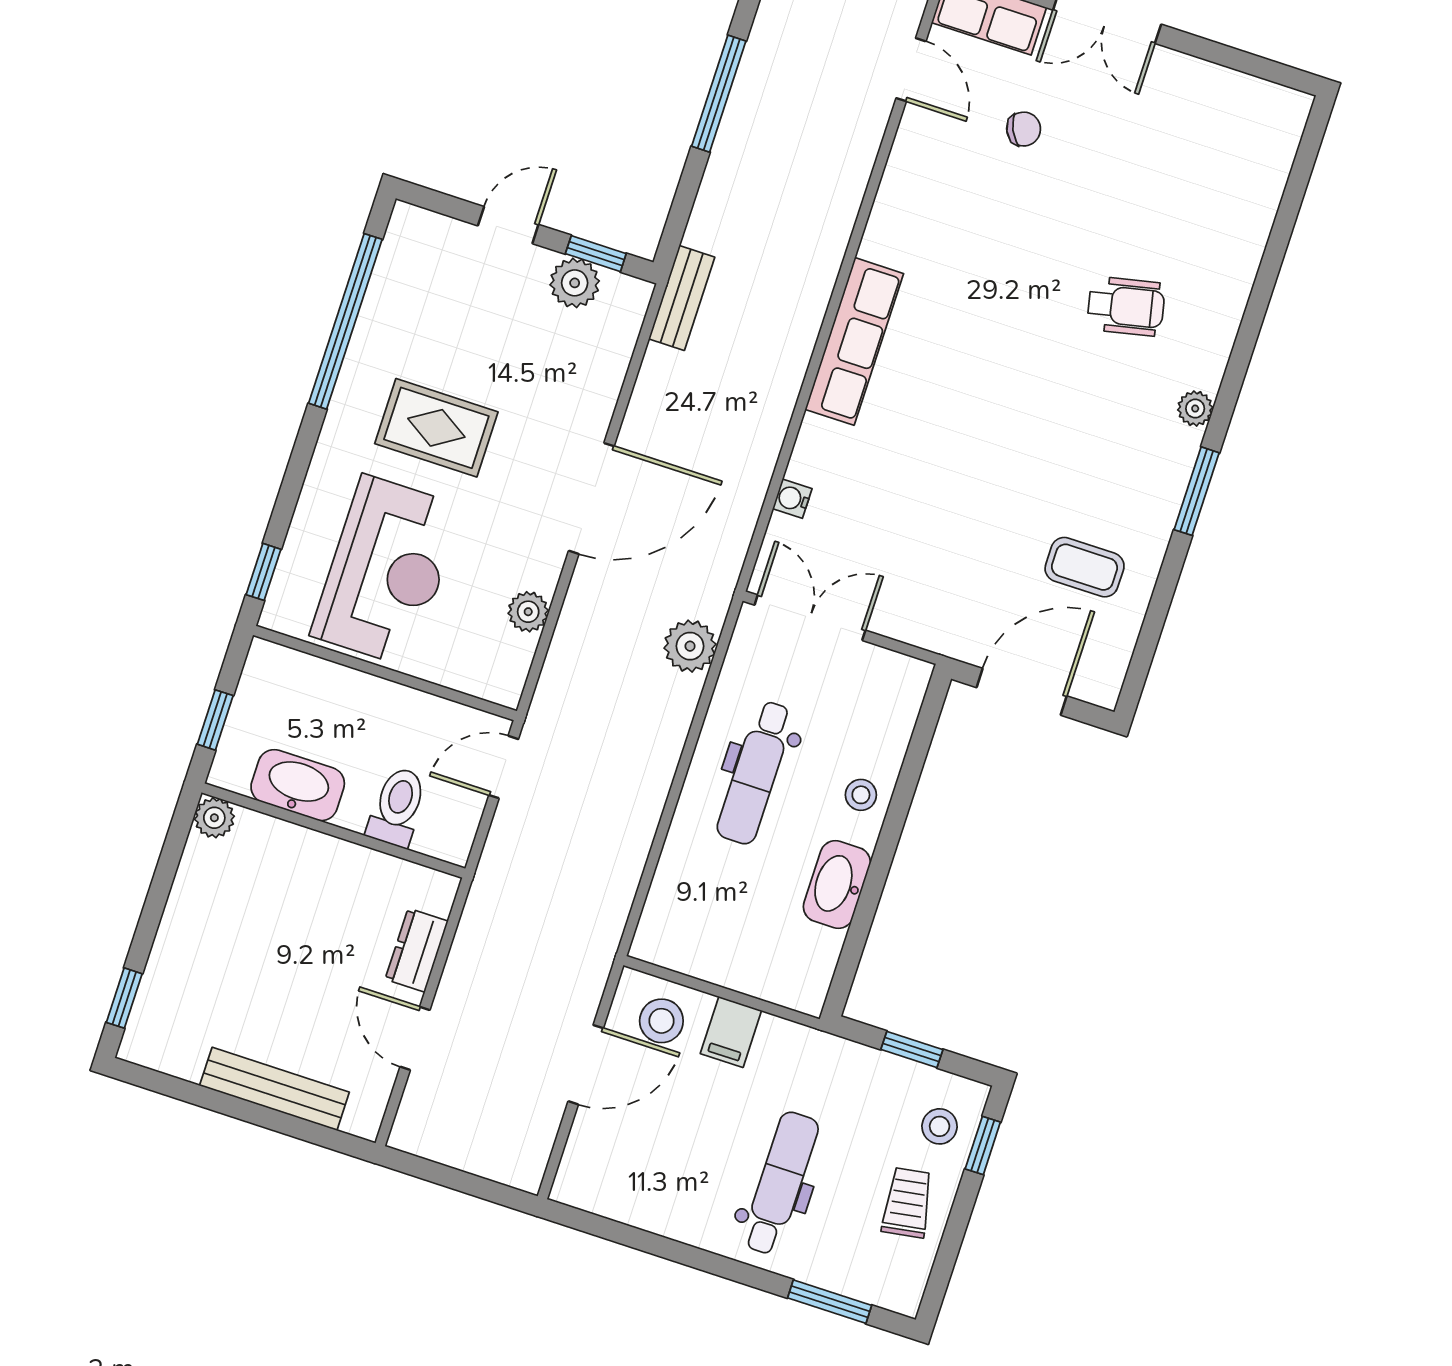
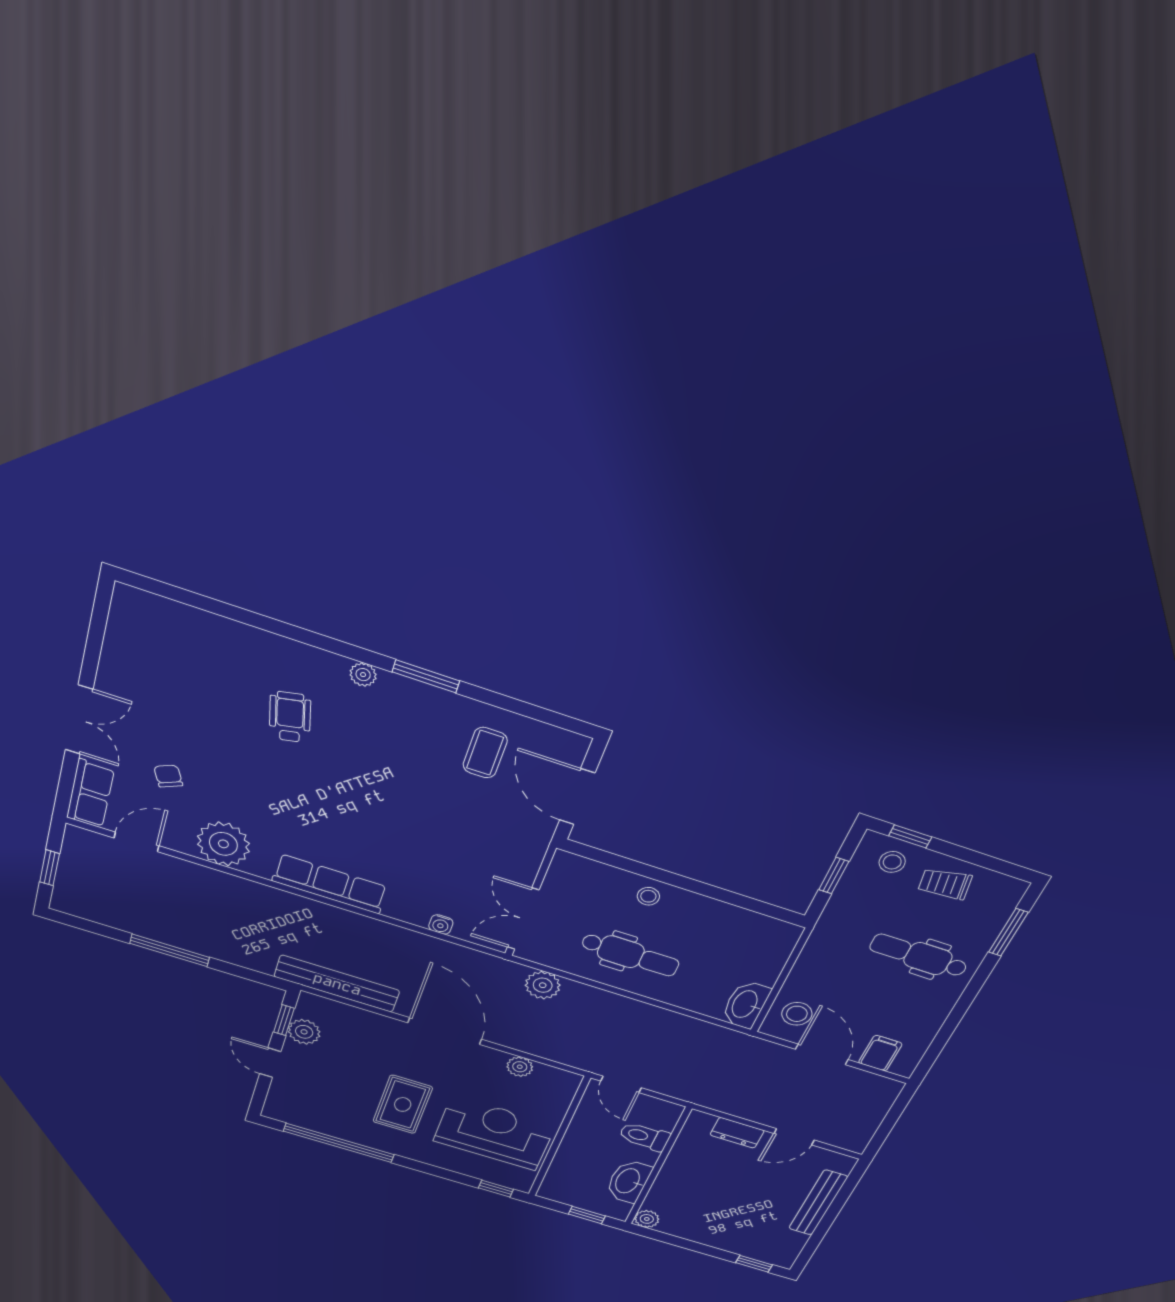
plant: (915, 194) -> (223, 844), added
bench: (682, 298) -> (337, 984), width x1.86, depth x1.21
washbasin: (837, 884) -> (746, 1004), moved, turned 90
filing cabinet: (731, 1032) -> (880, 1053), moved, turned -90

